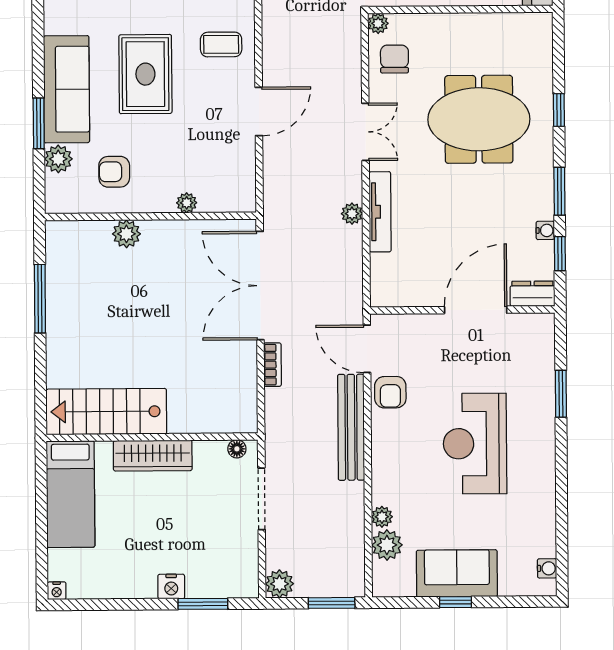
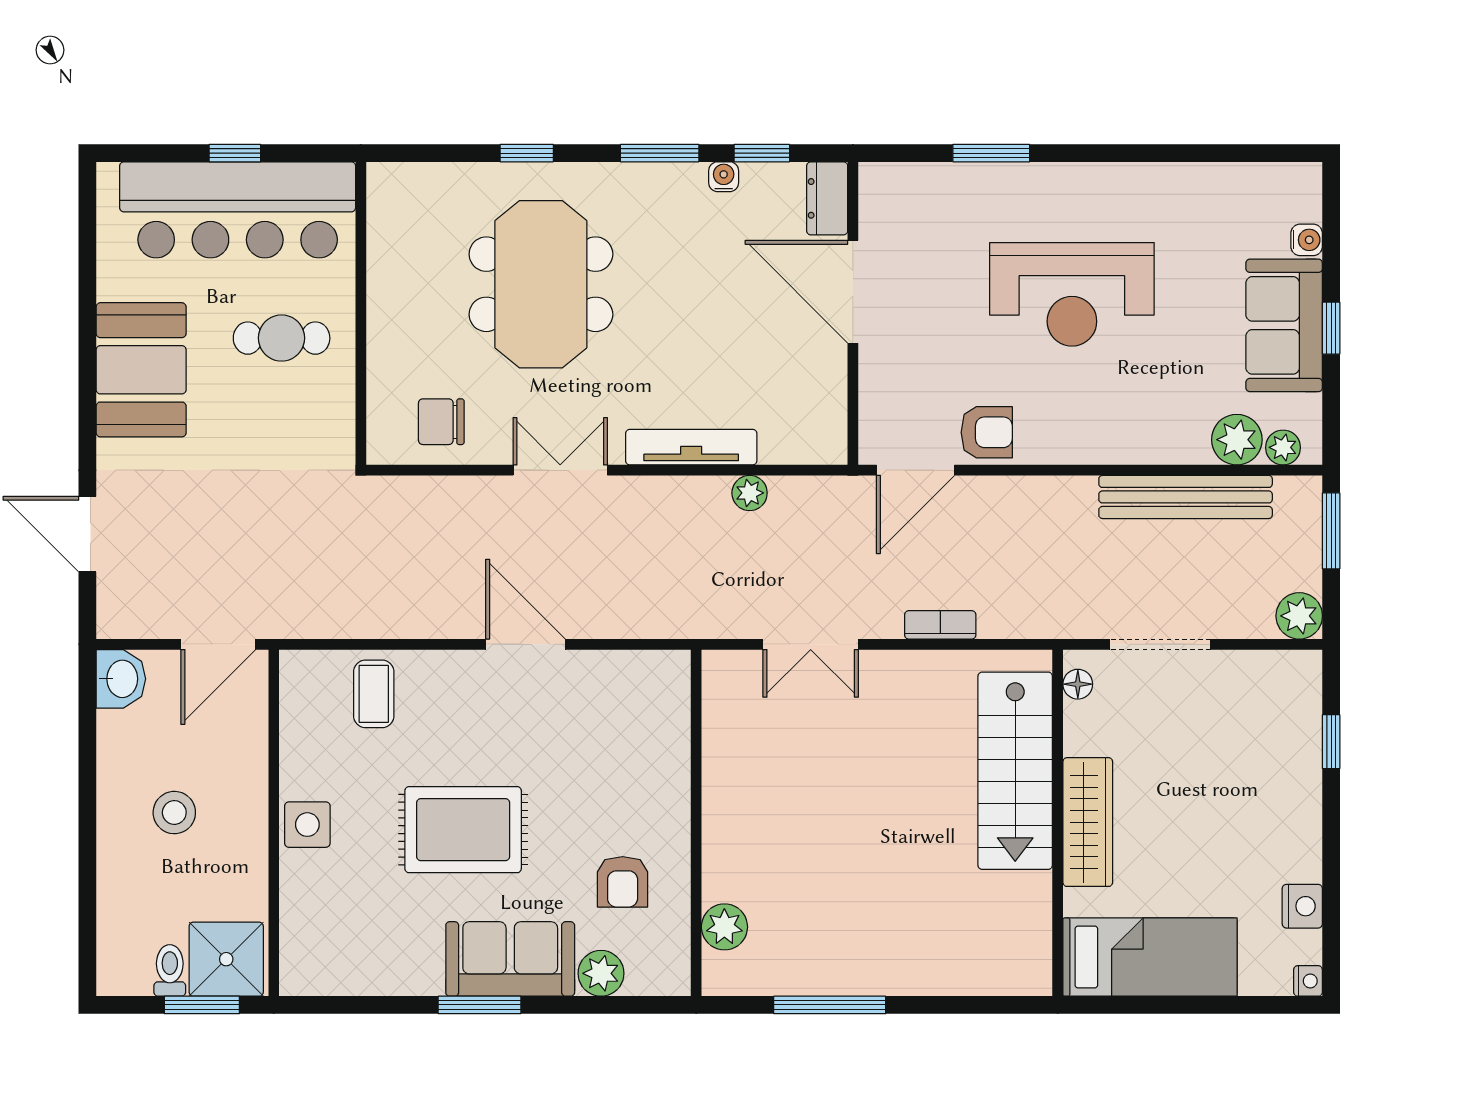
plant: (378, 23) -> (383, 448), removed
coffee table: (221, 44) -> (374, 694), moved
sofa: (67, 89) -> (510, 959), width x0.73
window: (39, 123) -> (479, 1005), moved
plant: (187, 203) -> (674, 764), removed
plant: (352, 214) -> (750, 493), moved
plant: (126, 234) -> (724, 927), moved
double door: (260, 286) -> (811, 644), width x0.54
stairs: (106, 412) -> (1015, 771), moved
bench: (351, 427) -> (1186, 497), moved
plant: (382, 517) -> (1283, 447), moved
water cooler: (547, 568) -> (1307, 240), moved, turned 90
nightstand: (171, 586) -> (1302, 906), moved
window: (203, 604) -> (1331, 742), width x0.67

